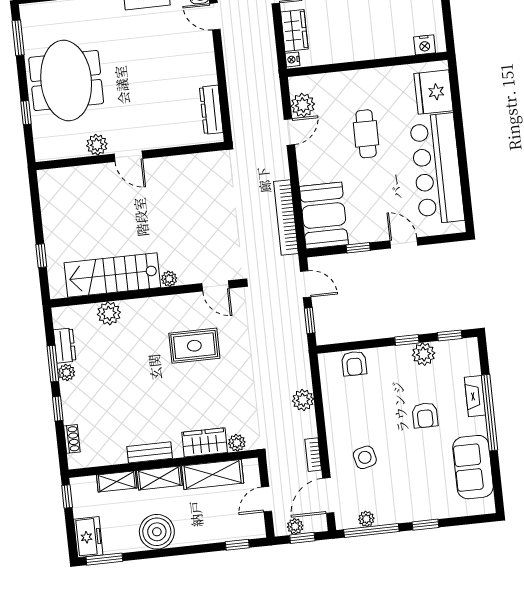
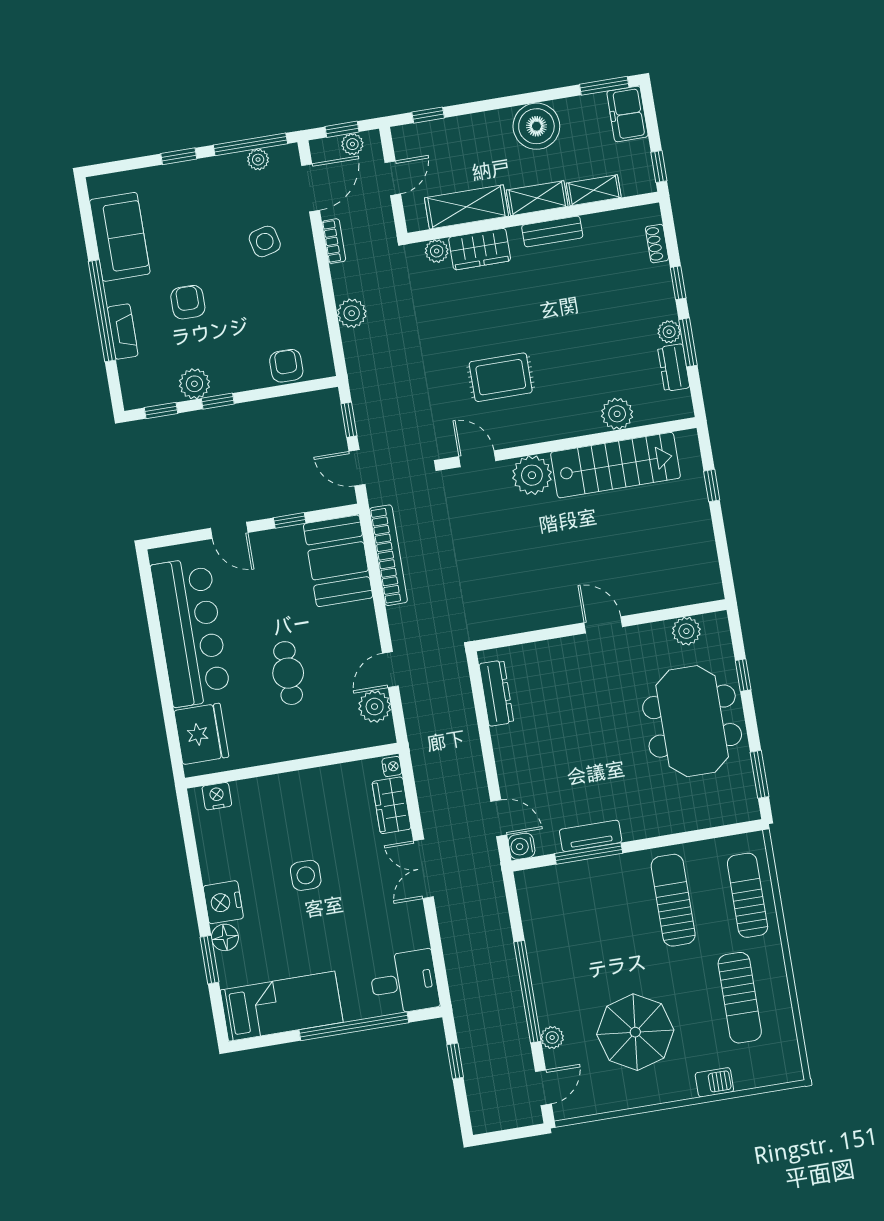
plant: (97, 145) -> (686, 631), moved
plant: (169, 279) -> (532, 475), width x1.88, depth x1.88

